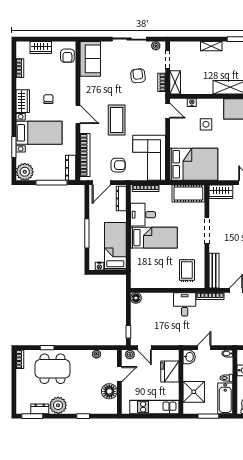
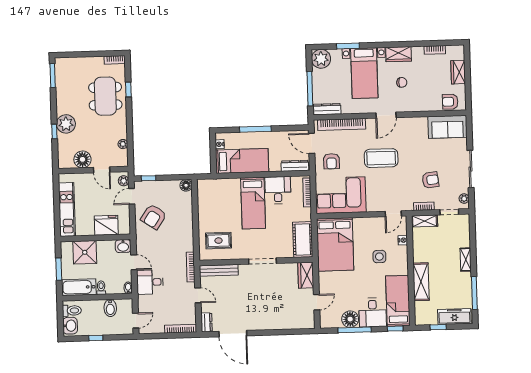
desk: (185, 304) -> (150, 282), moved, turned 180
armchair: (163, 328) -> (154, 217), added
plant: (58, 405) -> (66, 124), moved
dresser: (40, 409) -> (61, 83), removed

